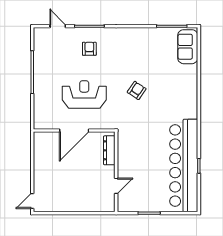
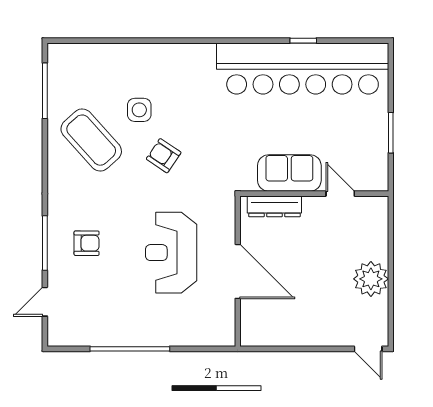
sofa: (188, 47) -> (289, 173), moved, turned 180
armchair: (89, 49) -> (87, 243), turned 180
coffee table: (145, 51) -> (91, 140), added
side table: (161, 77) -> (139, 110), added
plant: (70, 202) -> (371, 279), added

